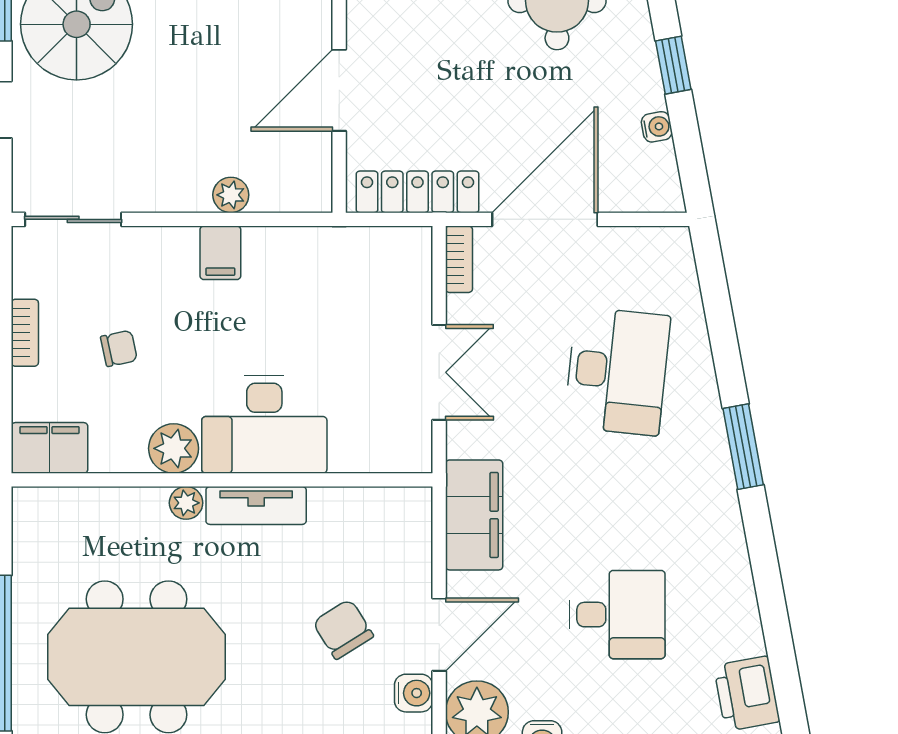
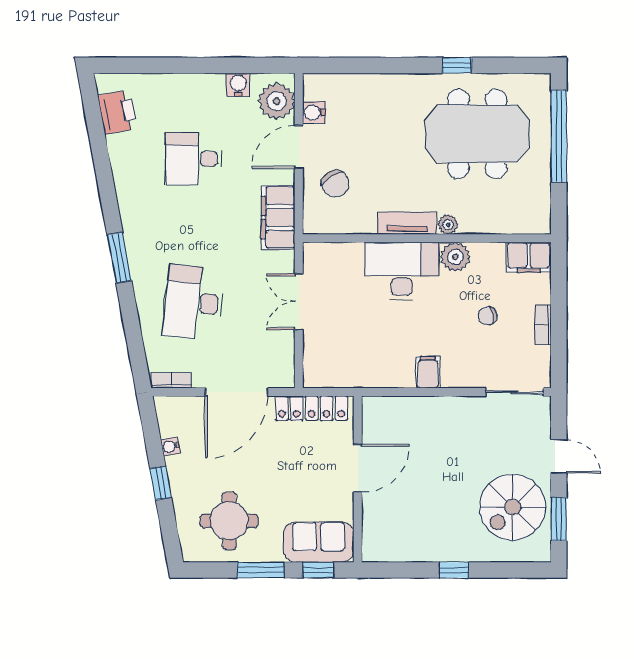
plant: (231, 195) -> (422, 406), removed
bookcase: (459, 259) -> (171, 380), moved, turned 90
chair: (343, 629) -> (335, 184), moved

